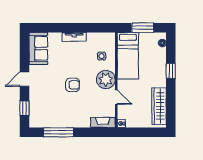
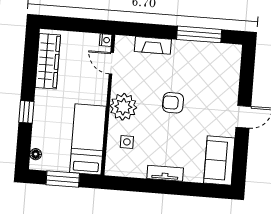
door: (116, 97) -> (111, 63), moved
window: (24, 108) -> (247, 74), removed
fireplace: (103, 122) -> (153, 45), moved

